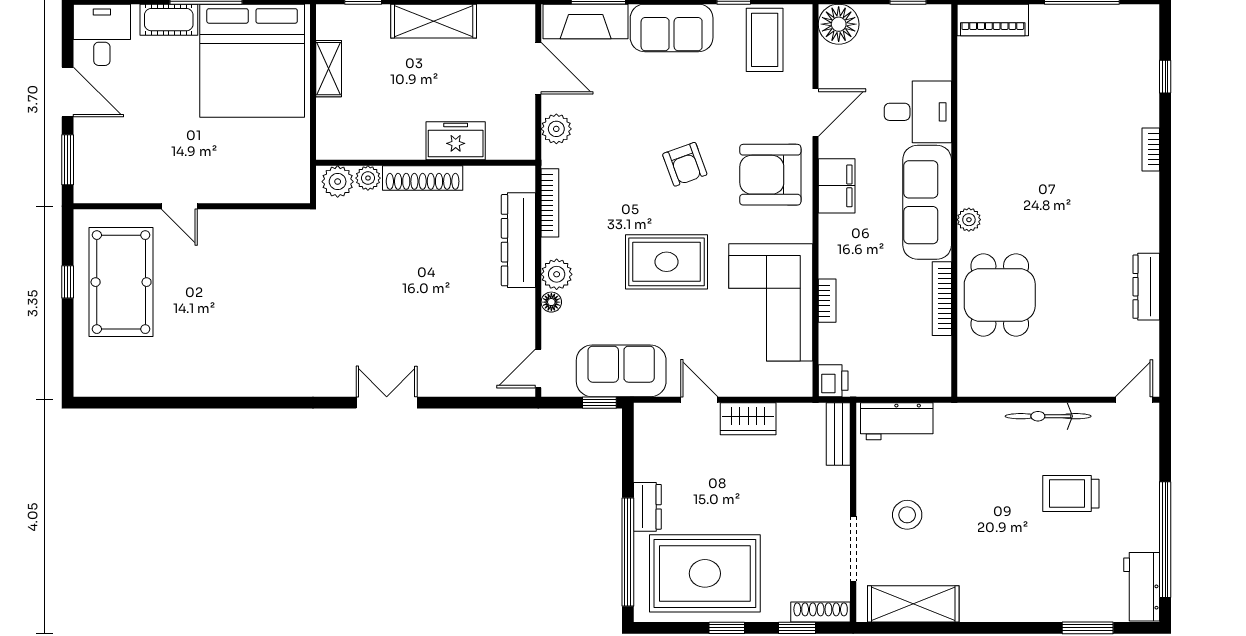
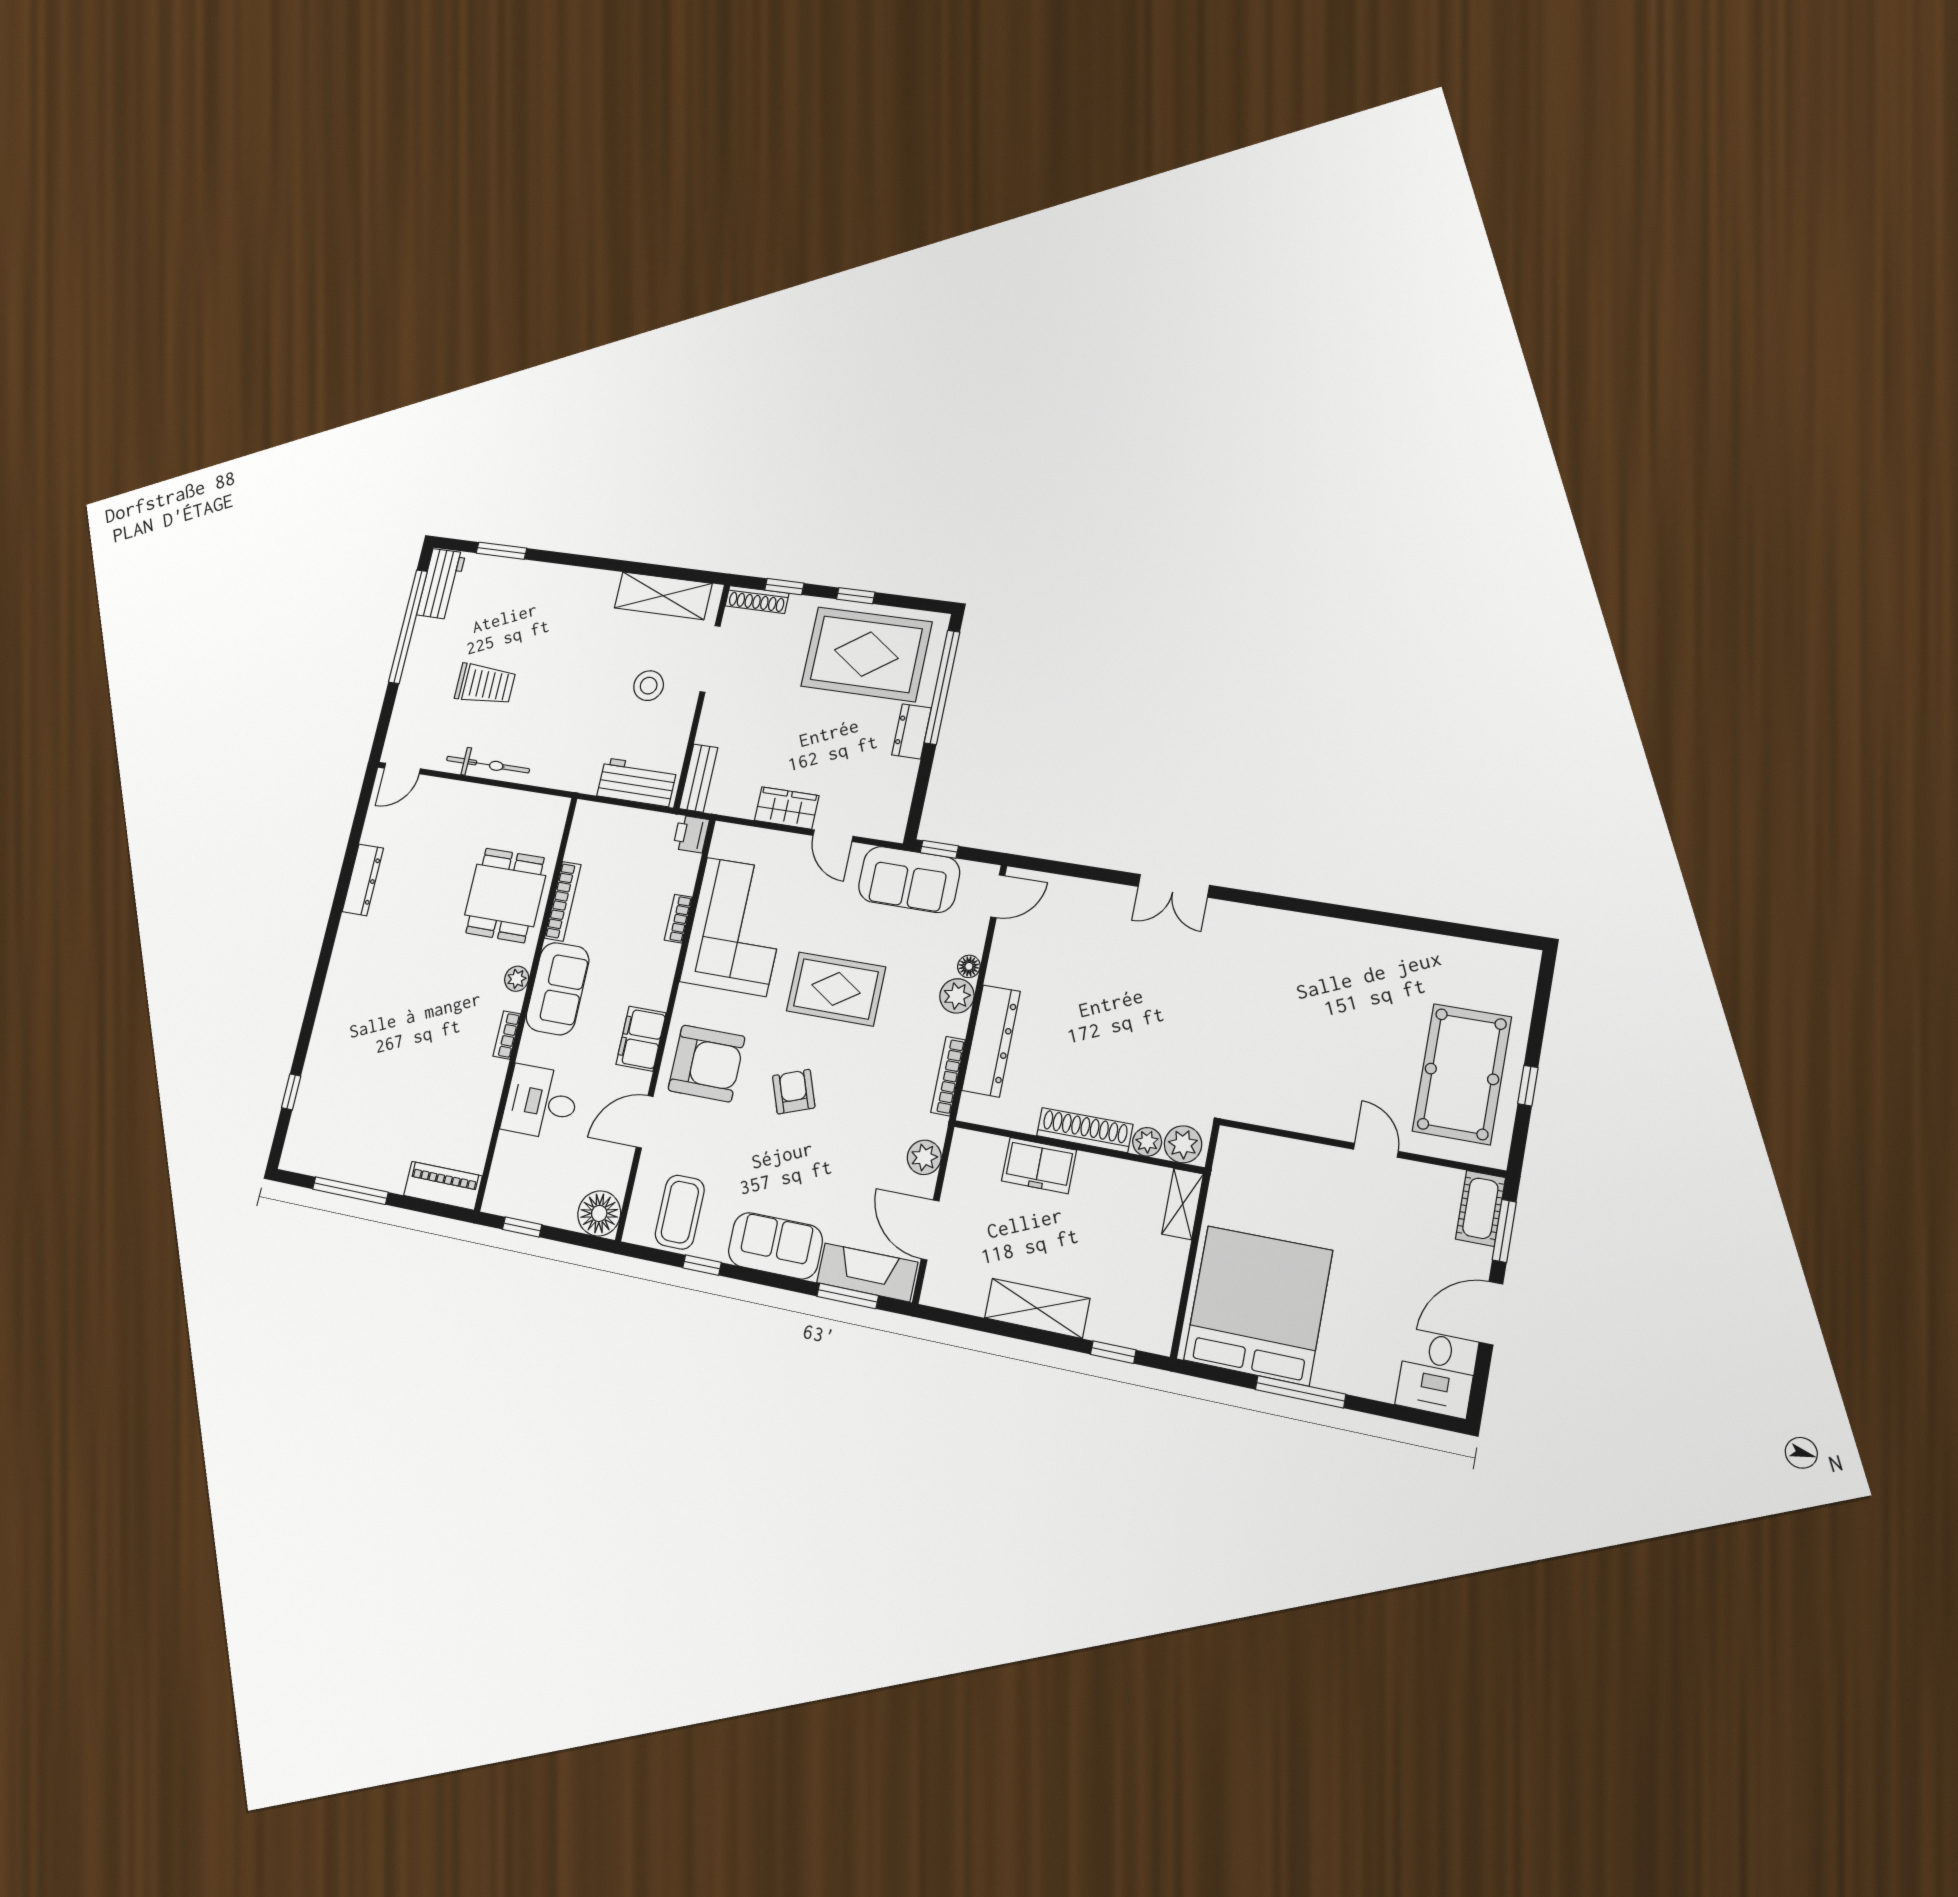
cot: (169, 20) -> (1480, 1208), moved, turned 90
shelving: (329, 69) -> (1183, 1204), moved
door: (68, 92) -> (1491, 1313), hinge flipped
bookcase: (1151, 149) -> (507, 1035), moved, turned 180
sofa: (927, 202) -> (558, 989), width x0.73

